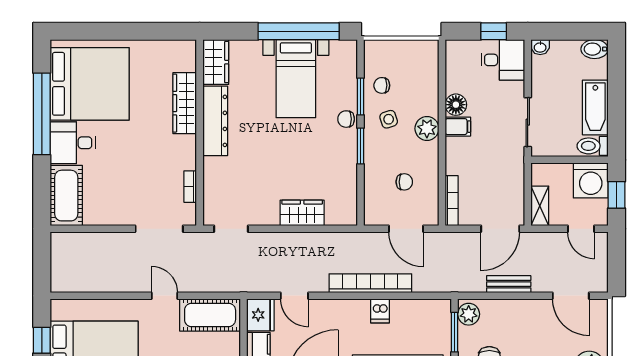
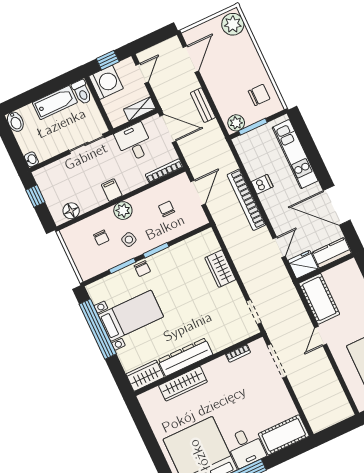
desk: (503, 60) -> (134, 142), moved
chair: (382, 85) -> (101, 238), moved
floor lamp: (456, 105) -> (71, 211), moved

